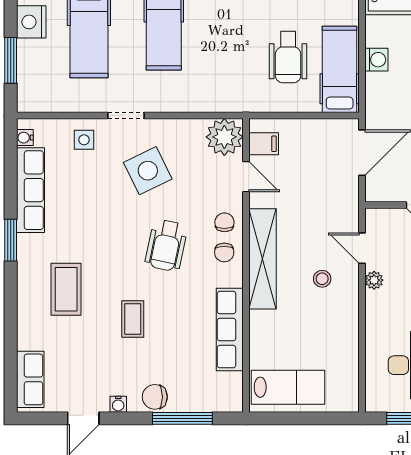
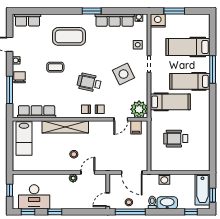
nightstand: (31, 22) -> (158, 20), moved
washing machine: (376, 60) -> (164, 179), moved
hospital bed: (340, 69) -> (170, 102), moved
shelving: (263, 259) -> (65, 127), moved
coffee table: (66, 289) -> (69, 36), width x1.36, depth x1.32
row of seats: (230, 330) -> (37, 112), moved

